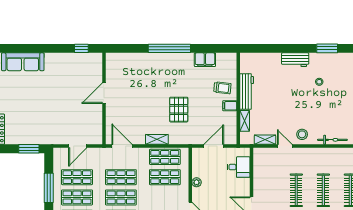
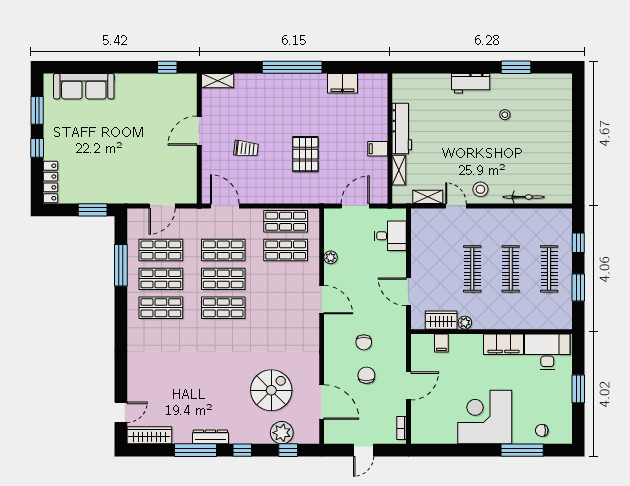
trolley: (222, 88) -> (246, 149), moved
shelving: (157, 139) -> (218, 81), moved

